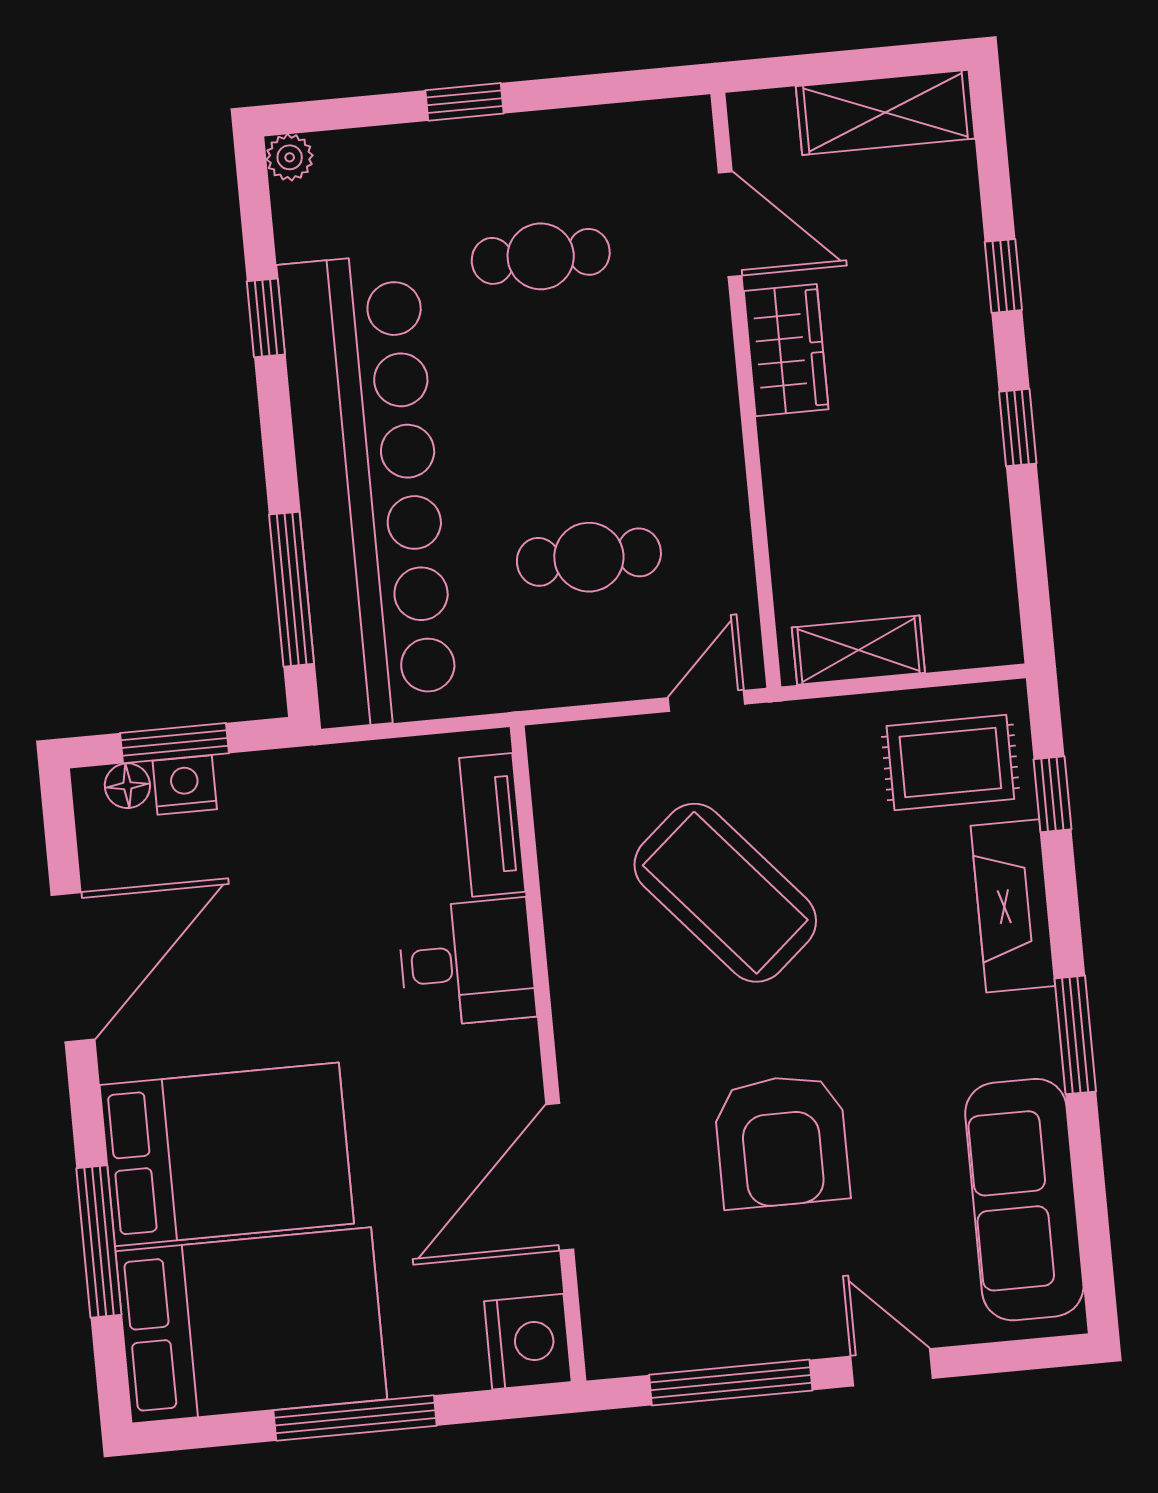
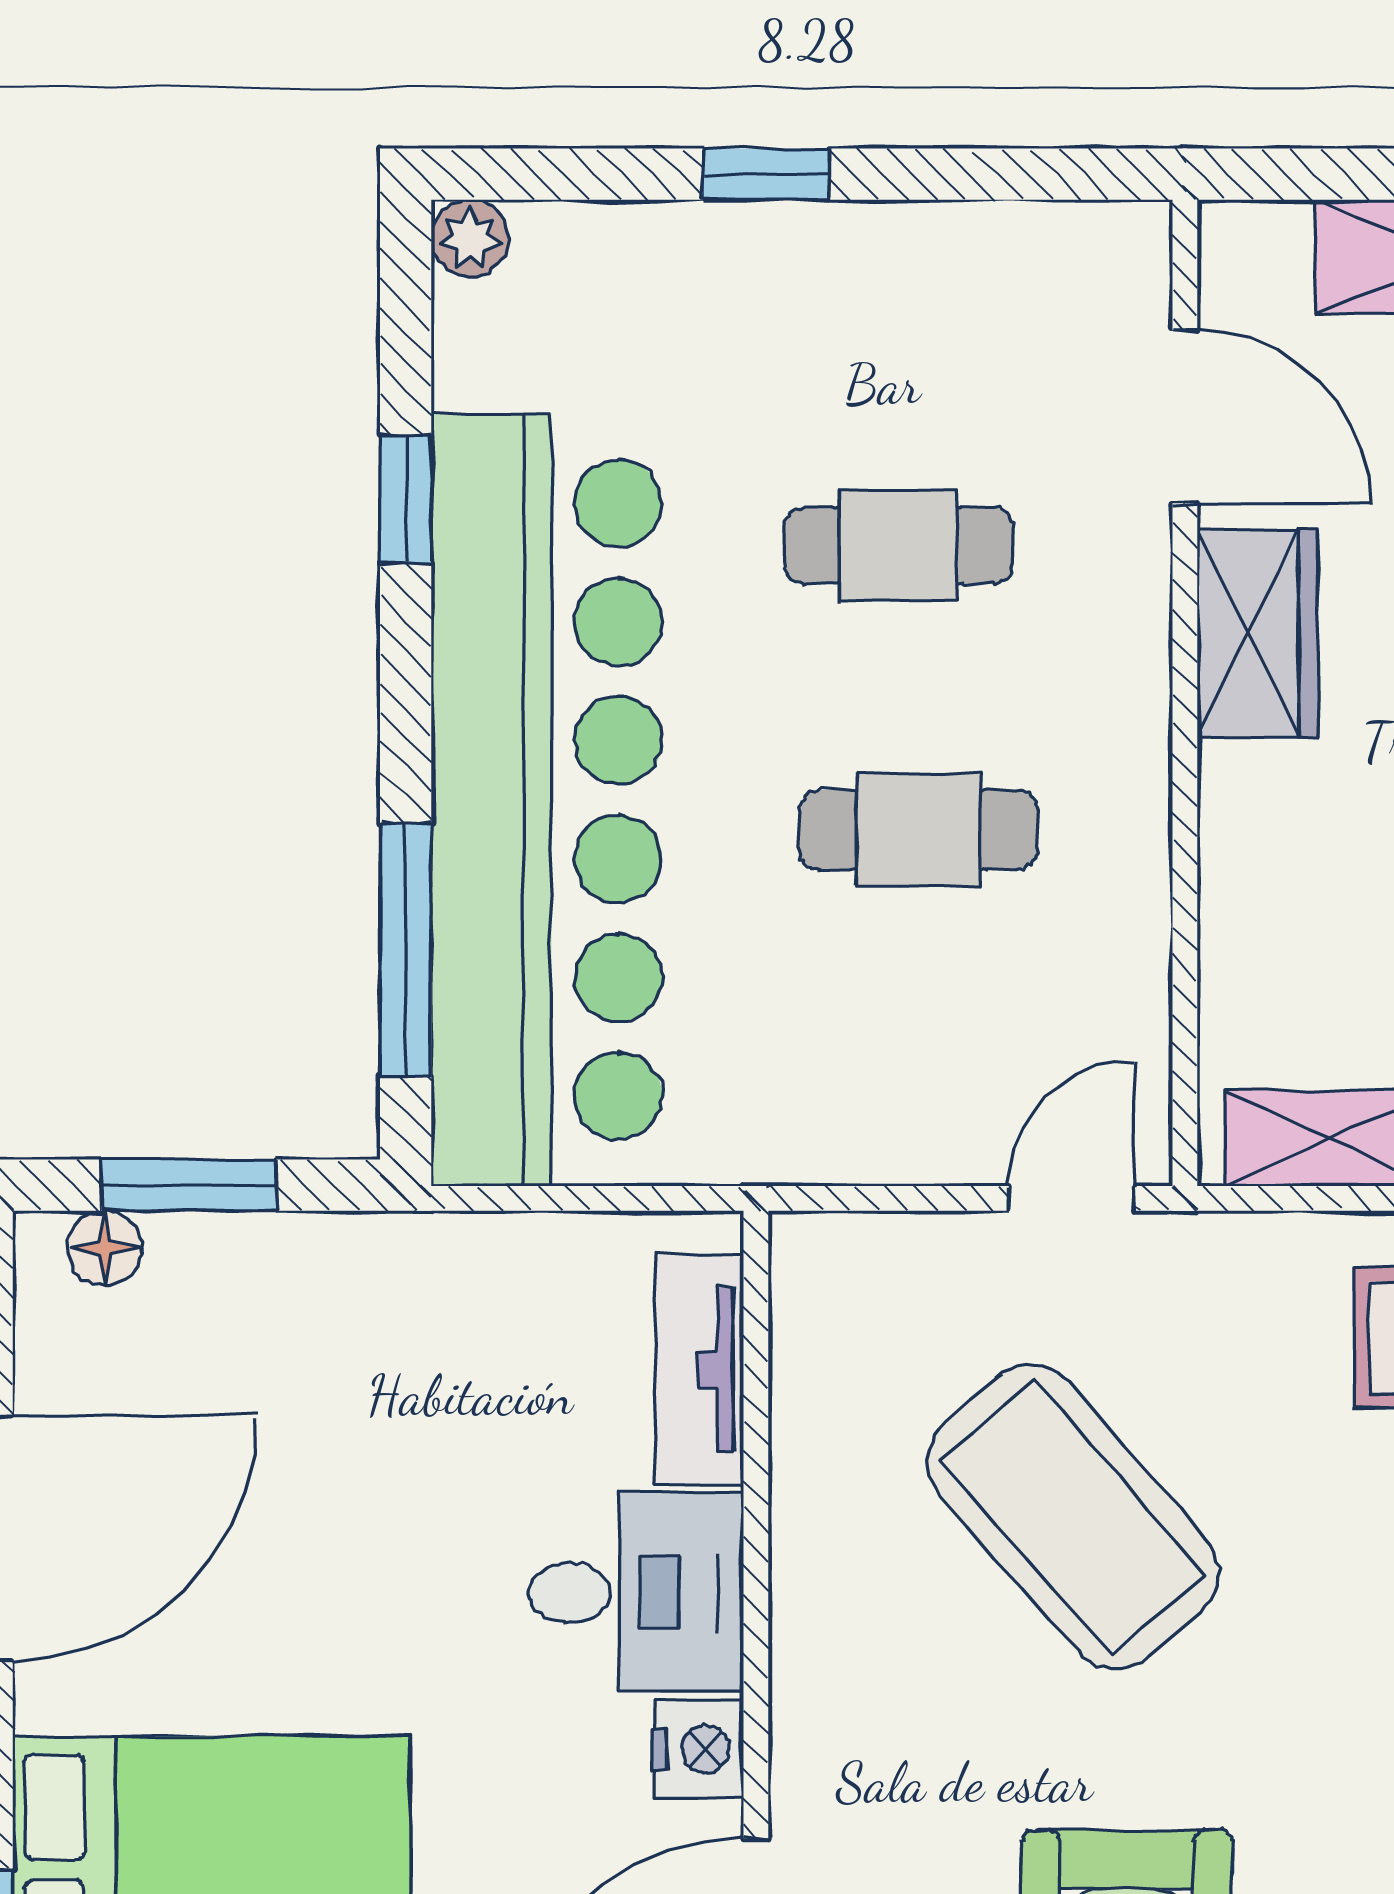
cafe table: (541, 256) -> (898, 545), moved
cafe table: (589, 557) -> (918, 830), moved
nightstand: (185, 785) -> (699, 1749), moved, turned 90

